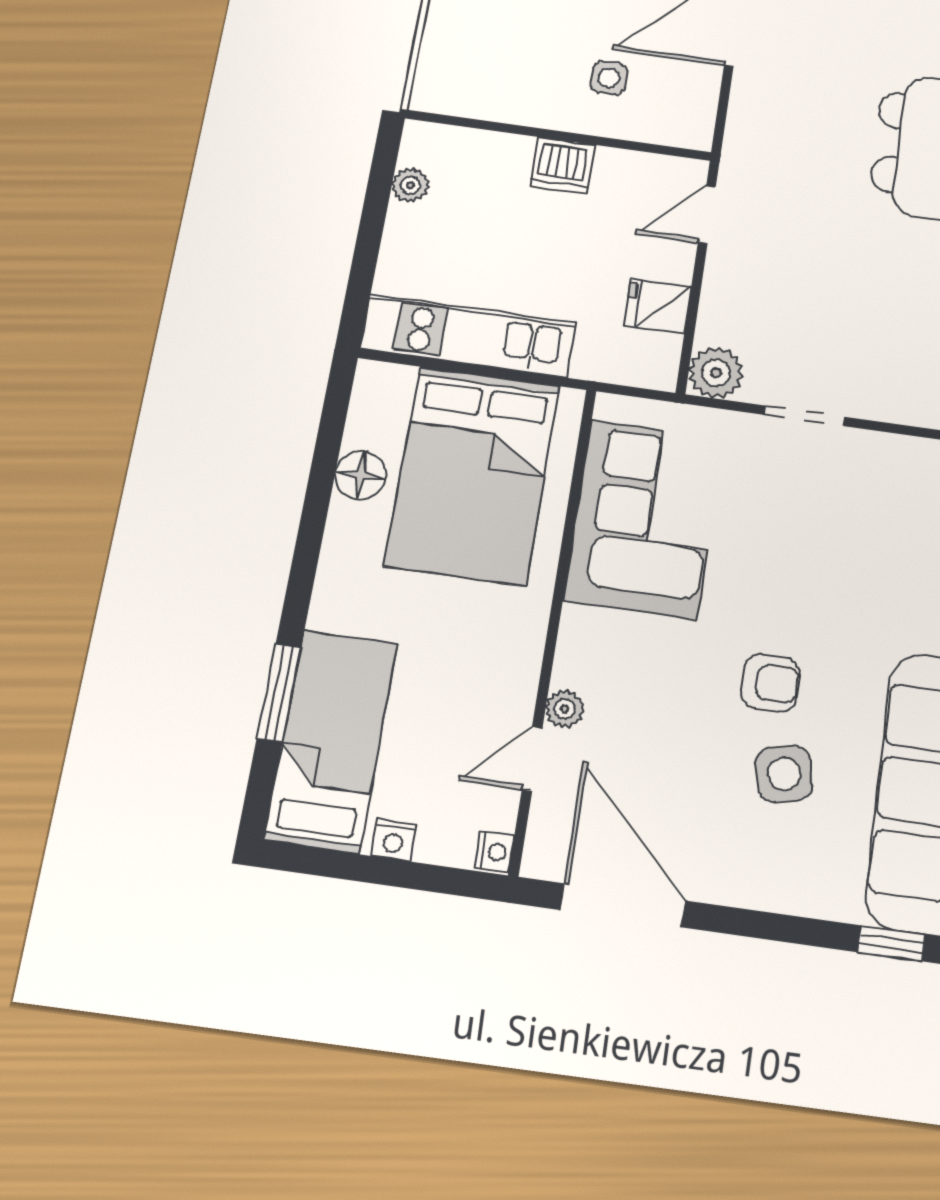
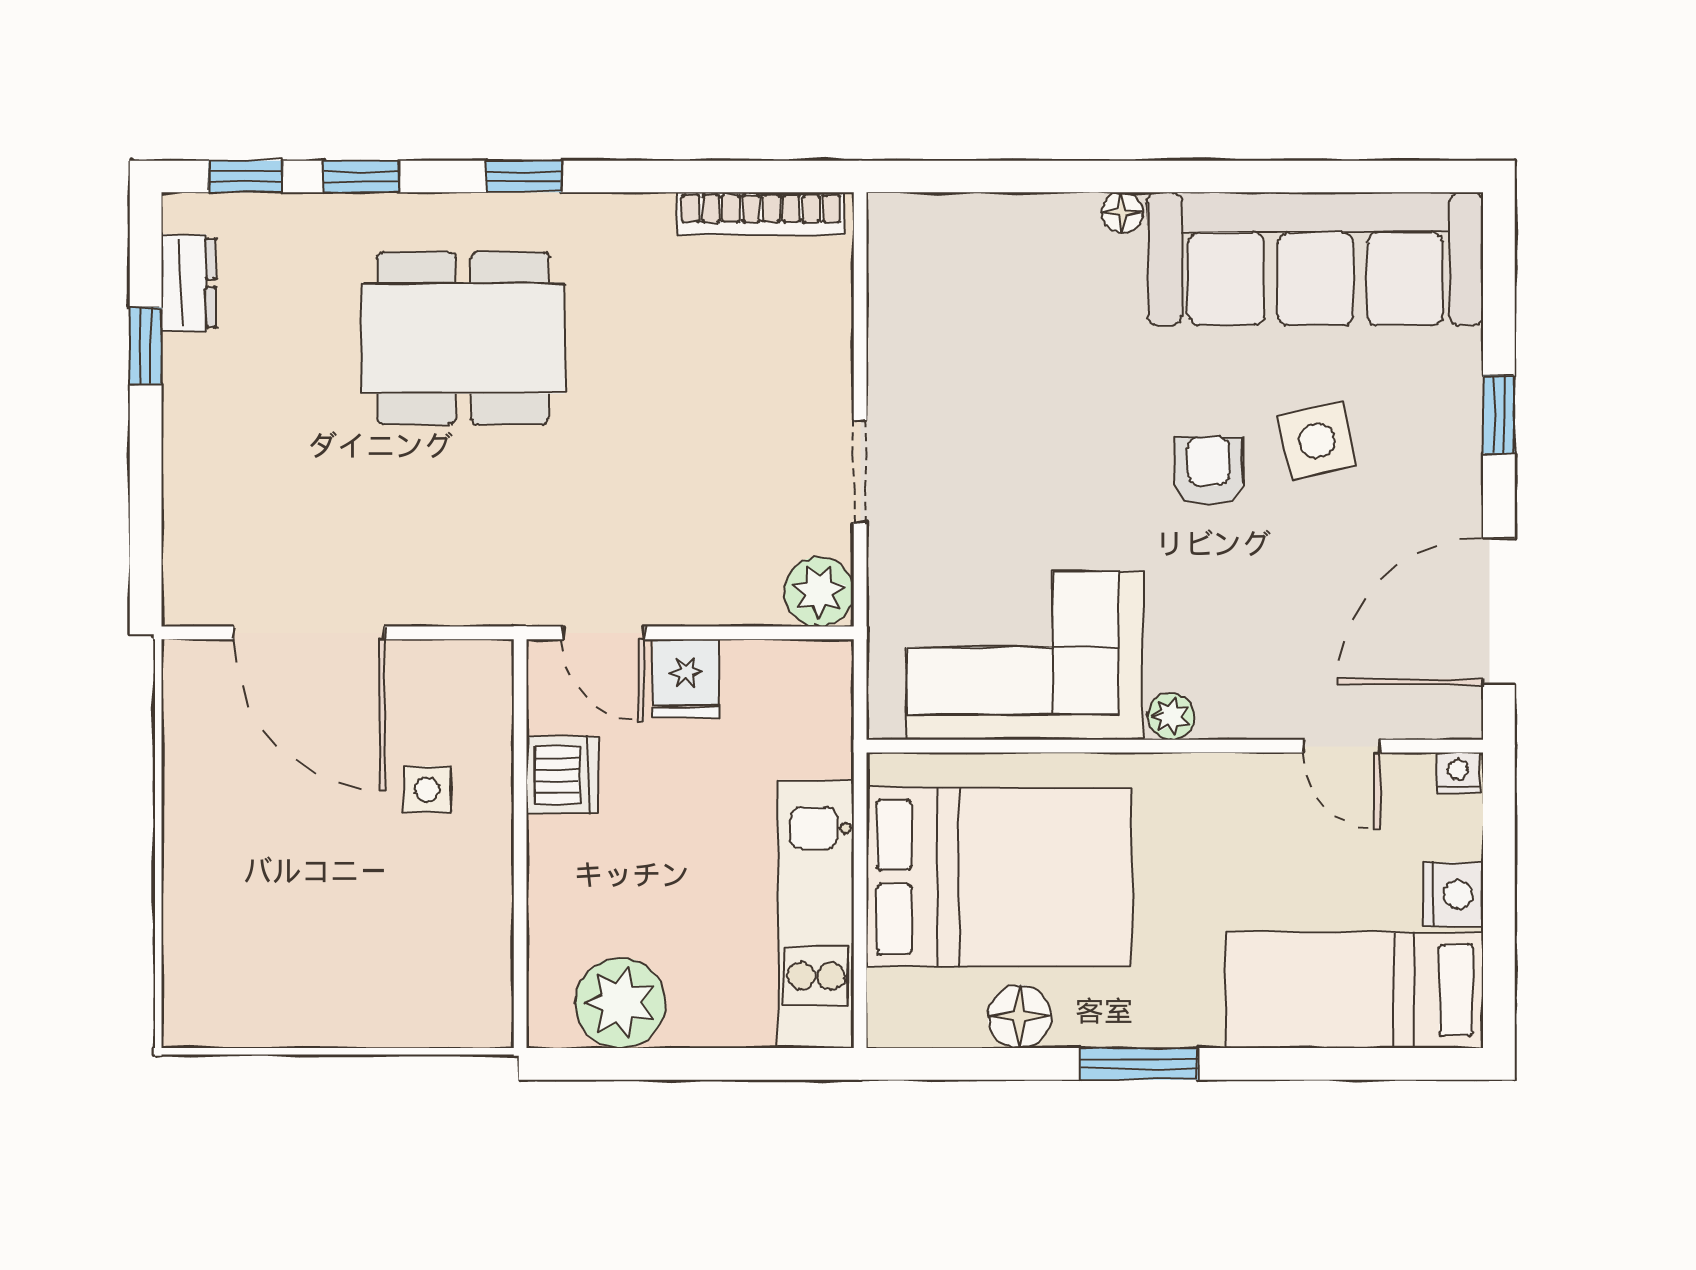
dishwasher: (562, 165) -> (562, 775), moved
plant: (410, 185) -> (620, 1003), width x1.88, depth x1.88
fridge: (658, 306) -> (686, 678), moved
window: (279, 693) -> (1139, 1064), moved
plant: (565, 709) -> (1171, 716), moved
nightstand: (393, 840) -> (1453, 895), width x1.39, depth x1.35
window: (892, 943) -> (1499, 414), moved

